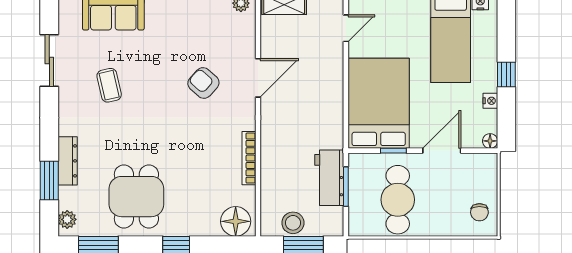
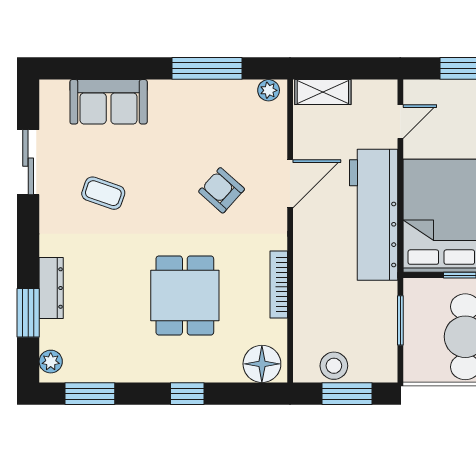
coffee table: (109, 85) -> (103, 193), turned -58
workbench: (329, 178) -> (374, 215), moved, width x1.88, depth x1.32
dining table: (136, 197) -> (185, 295), moved

